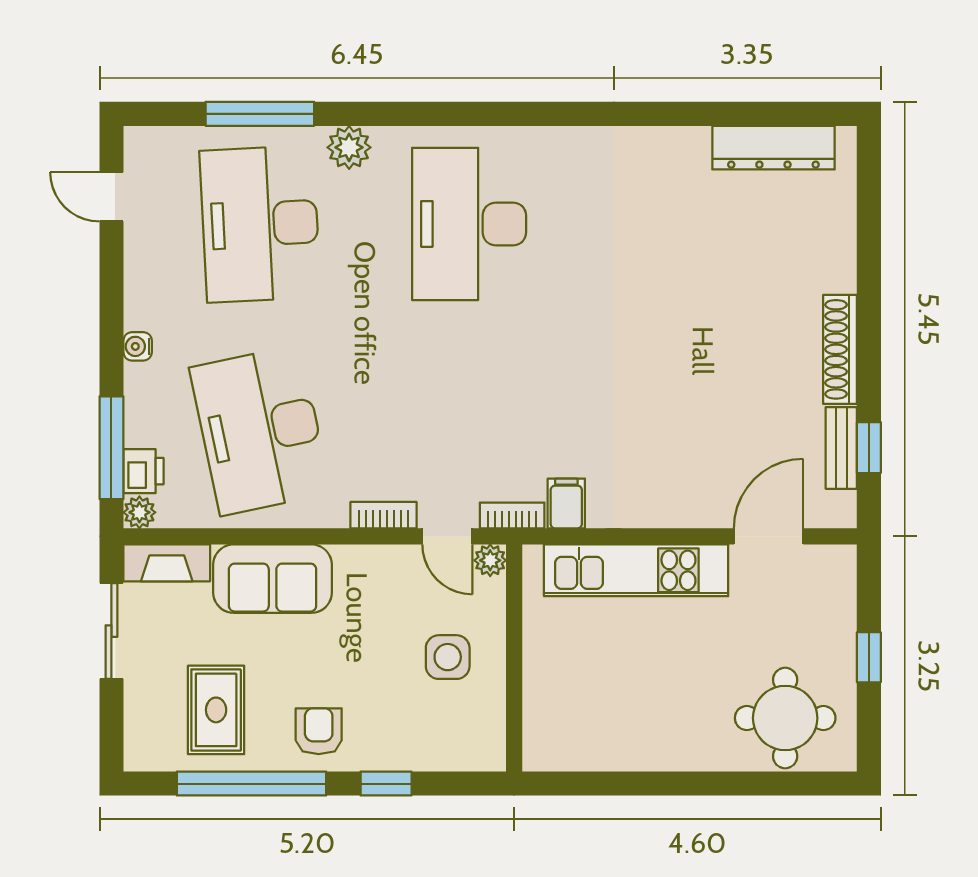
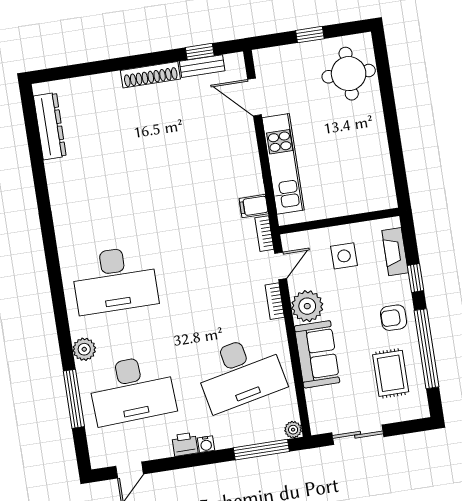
printer: (143, 471) -> (185, 444), moved
plant: (490, 560) -> (307, 306), moved, width x1.88, depth x1.88
fireplace: (167, 563) -> (395, 252), moved, turned 180
rug: (216, 710) -> (391, 373), turned 90

